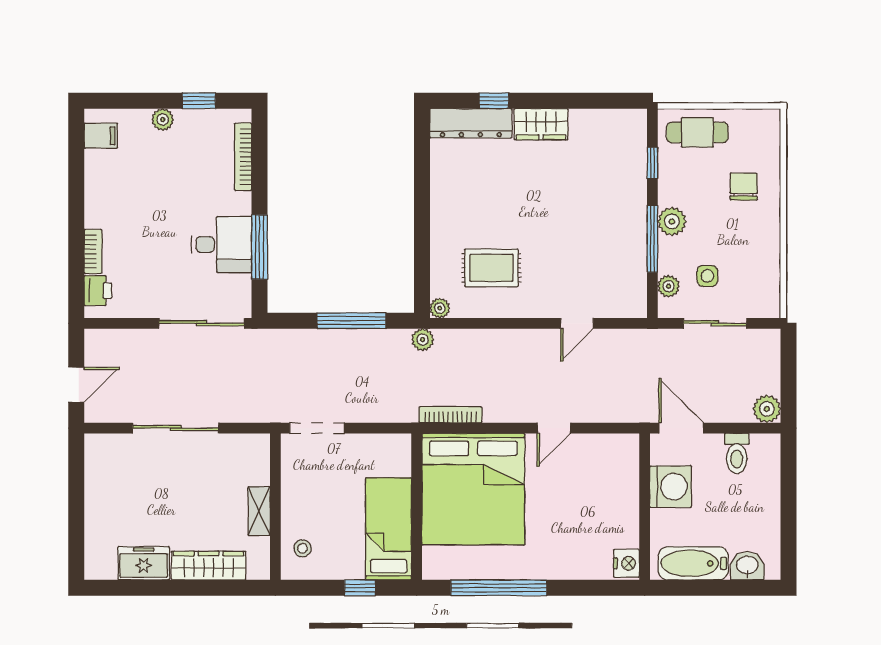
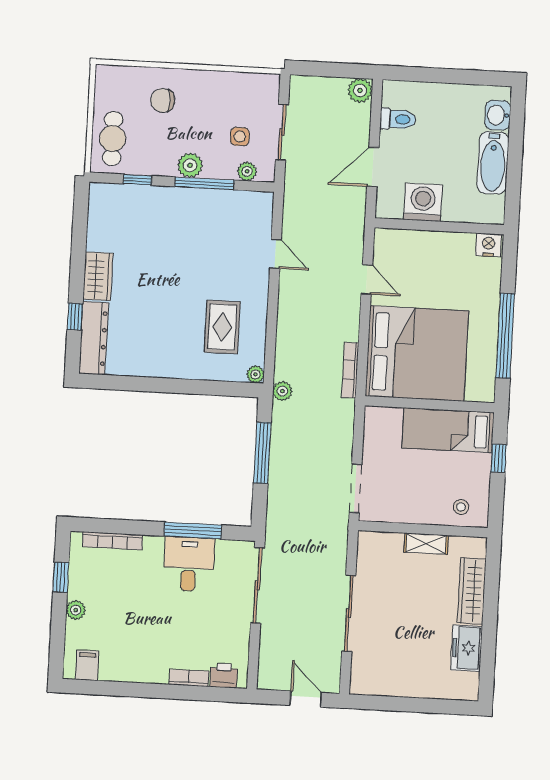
washing machine: (671, 487) -> (423, 202), moved
wall: (645, 507) -> (439, 226), moved
nightstand: (626, 563) -> (488, 245), moved

